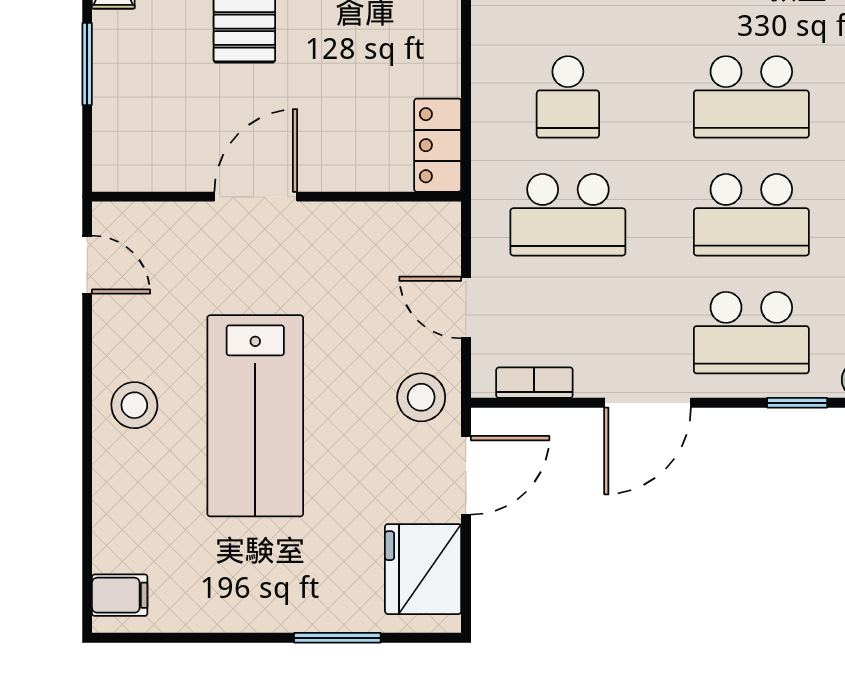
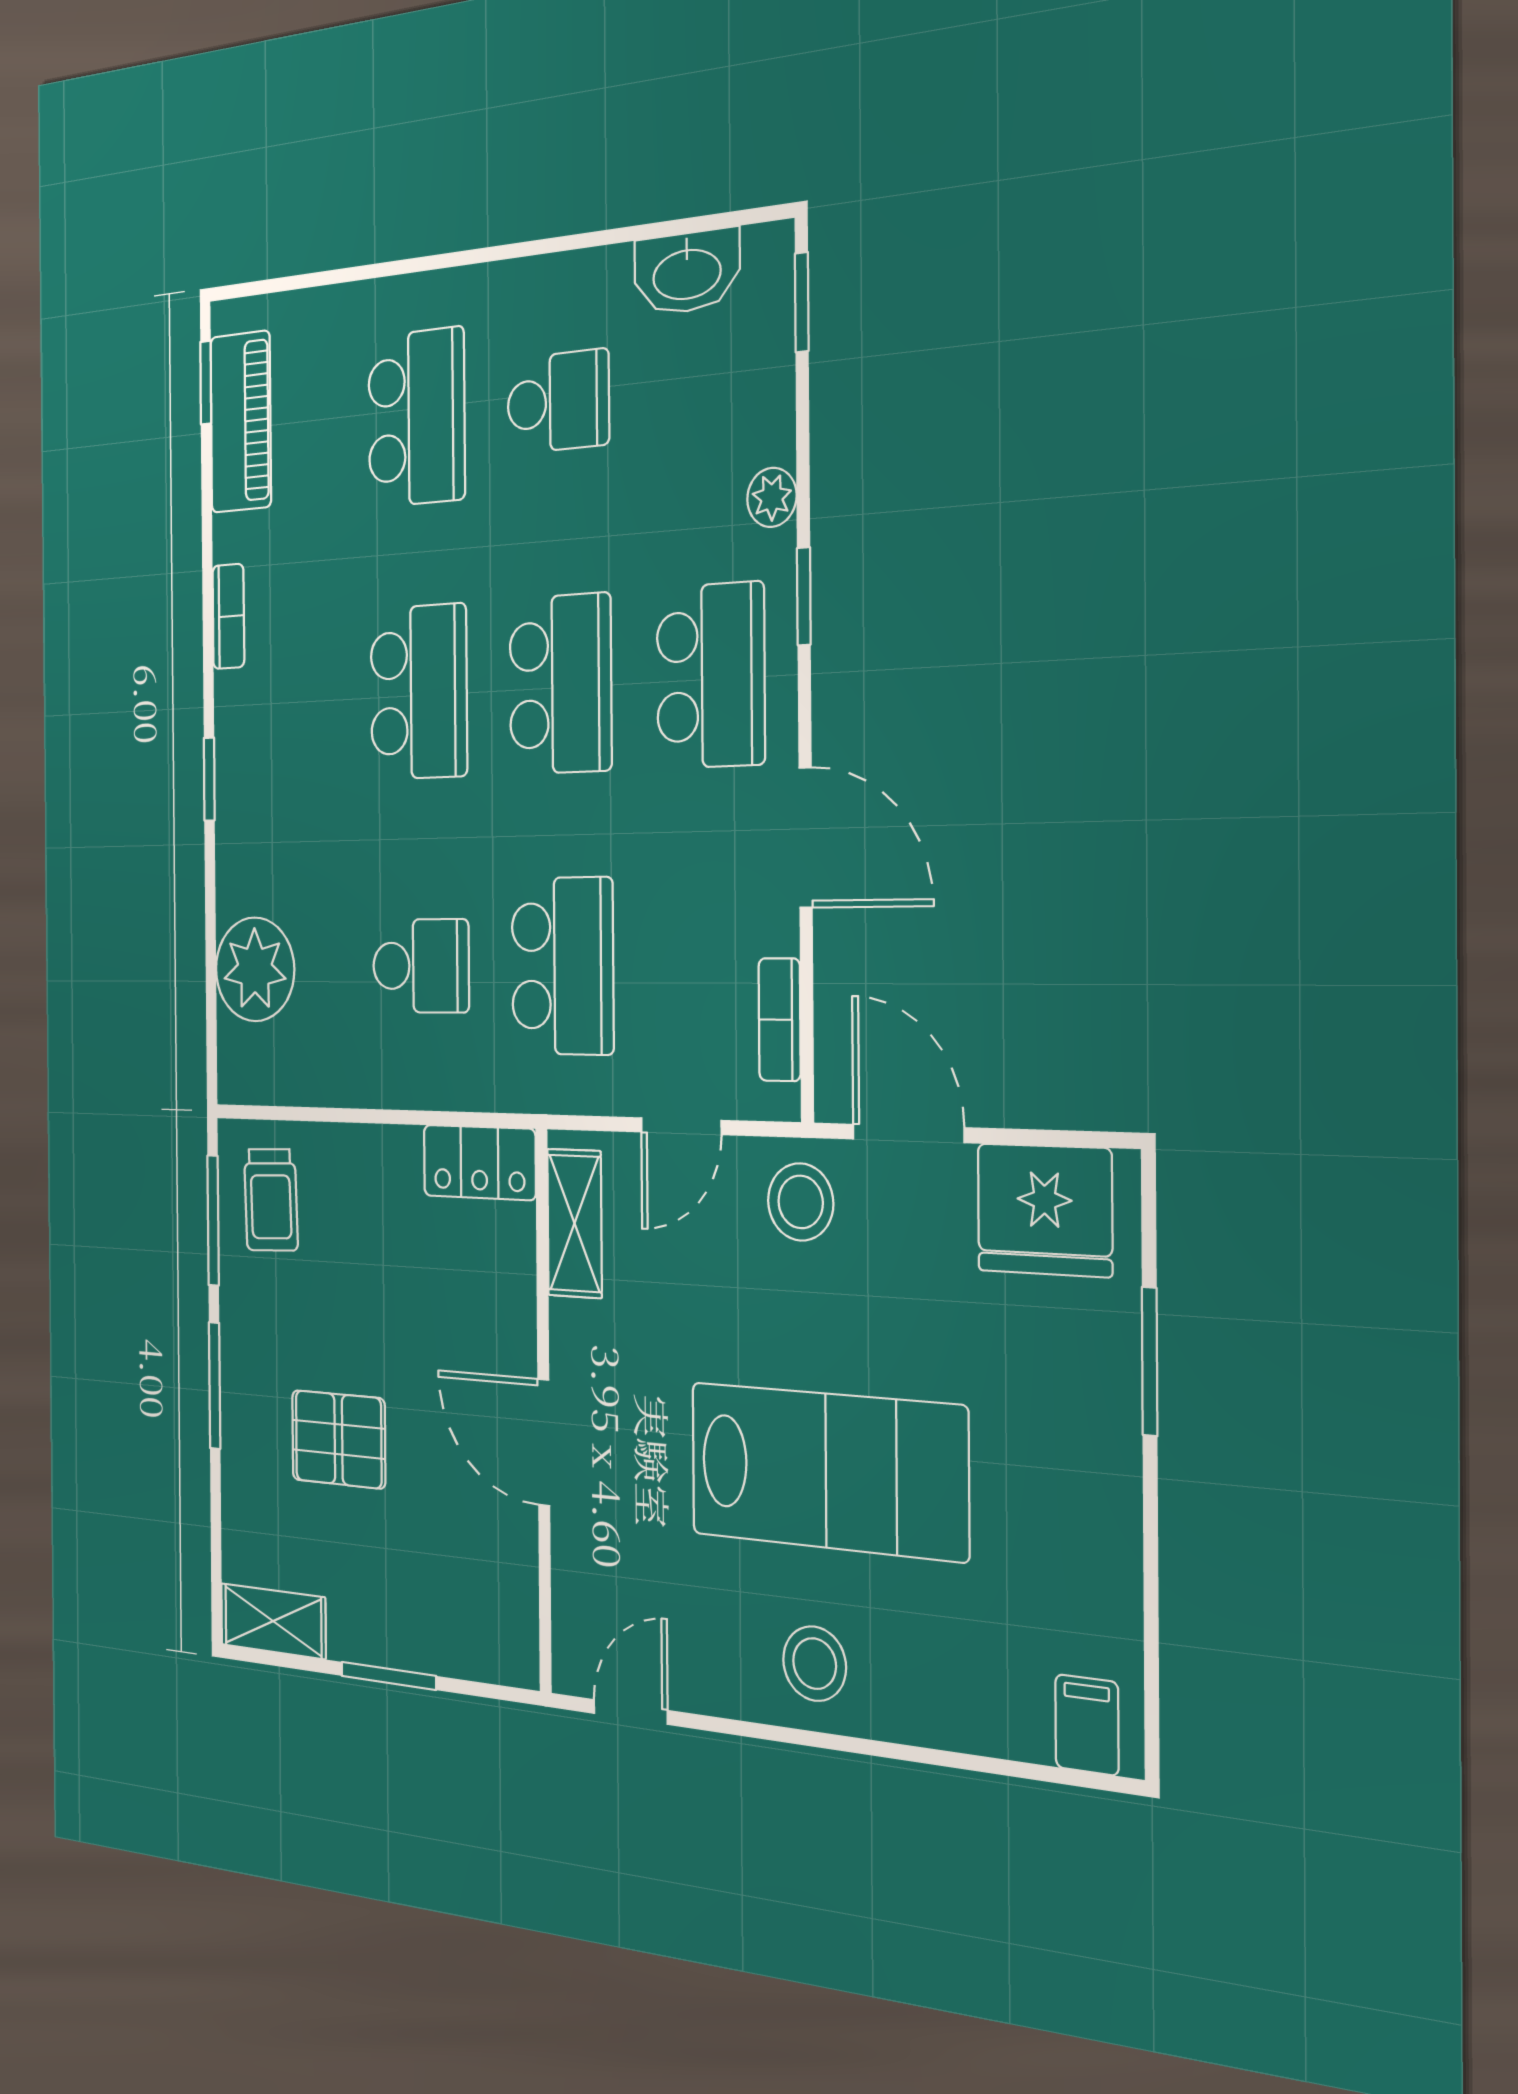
shelving: (401, 223) -> (574, 1223), added

